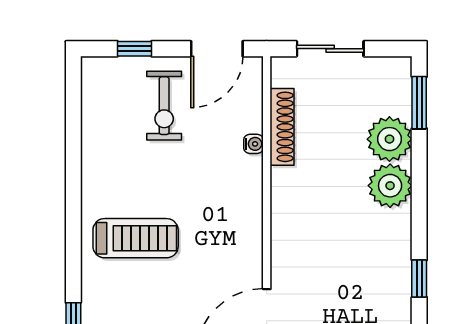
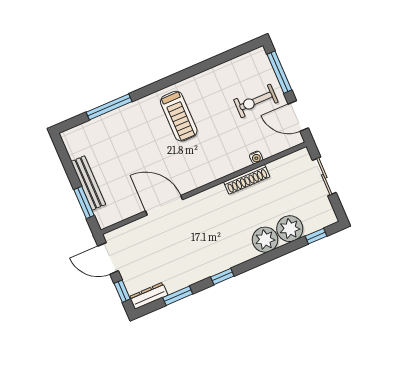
window: (135, 49) -> (279, 72), width x2.17
window: (419, 103) -> (316, 236), width x0.67
shoe rack: (282, 127) -> (247, 179), moved

